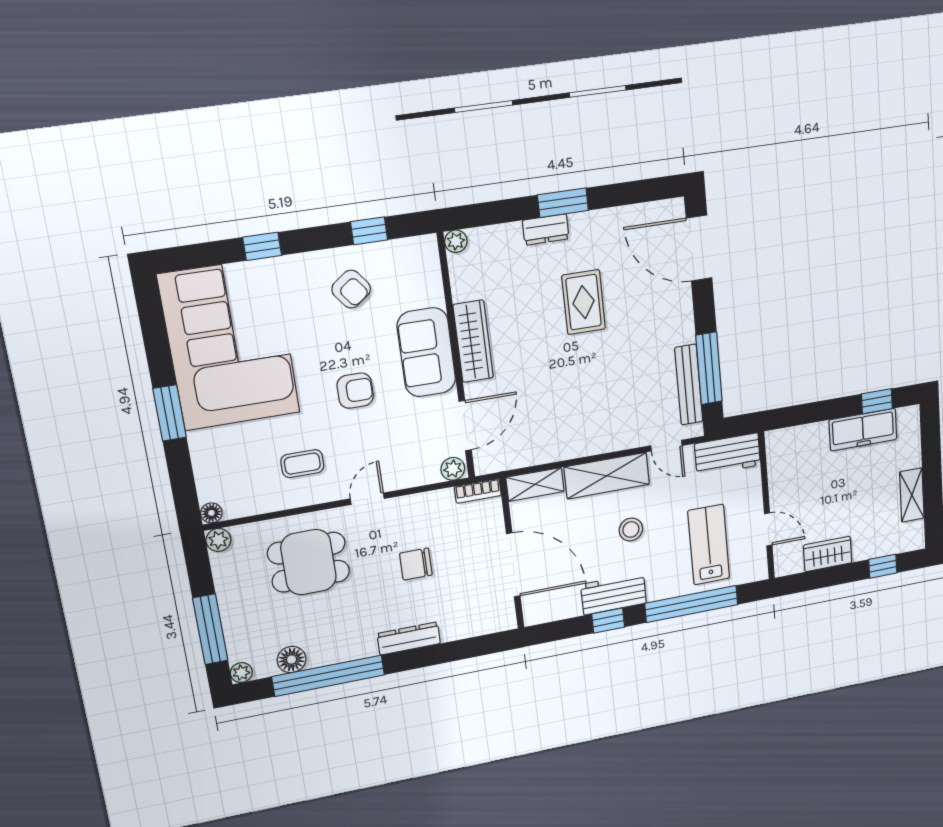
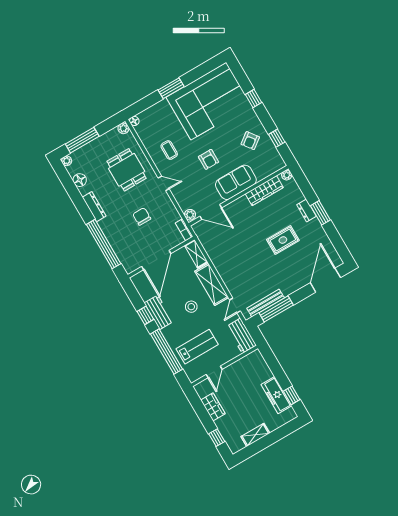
wardrobe: (473, 341) -> (264, 191), moved
dresser: (409, 639) -> (94, 207), moved
window: (328, 676) -> (104, 244), moved

